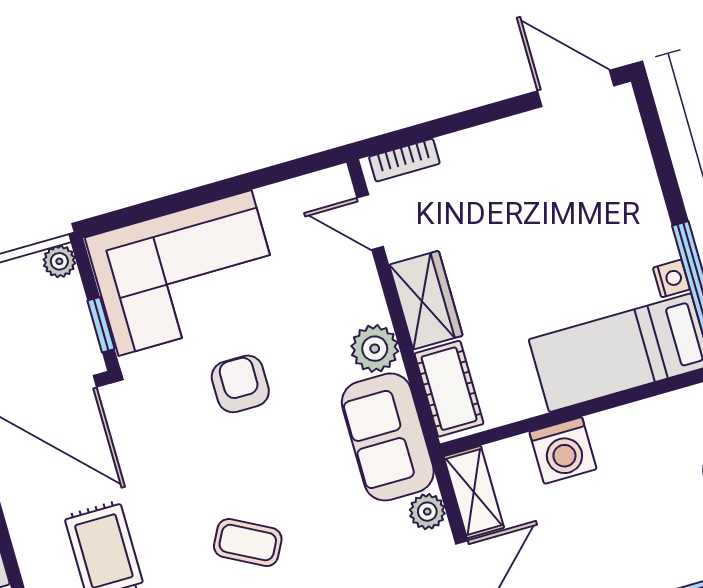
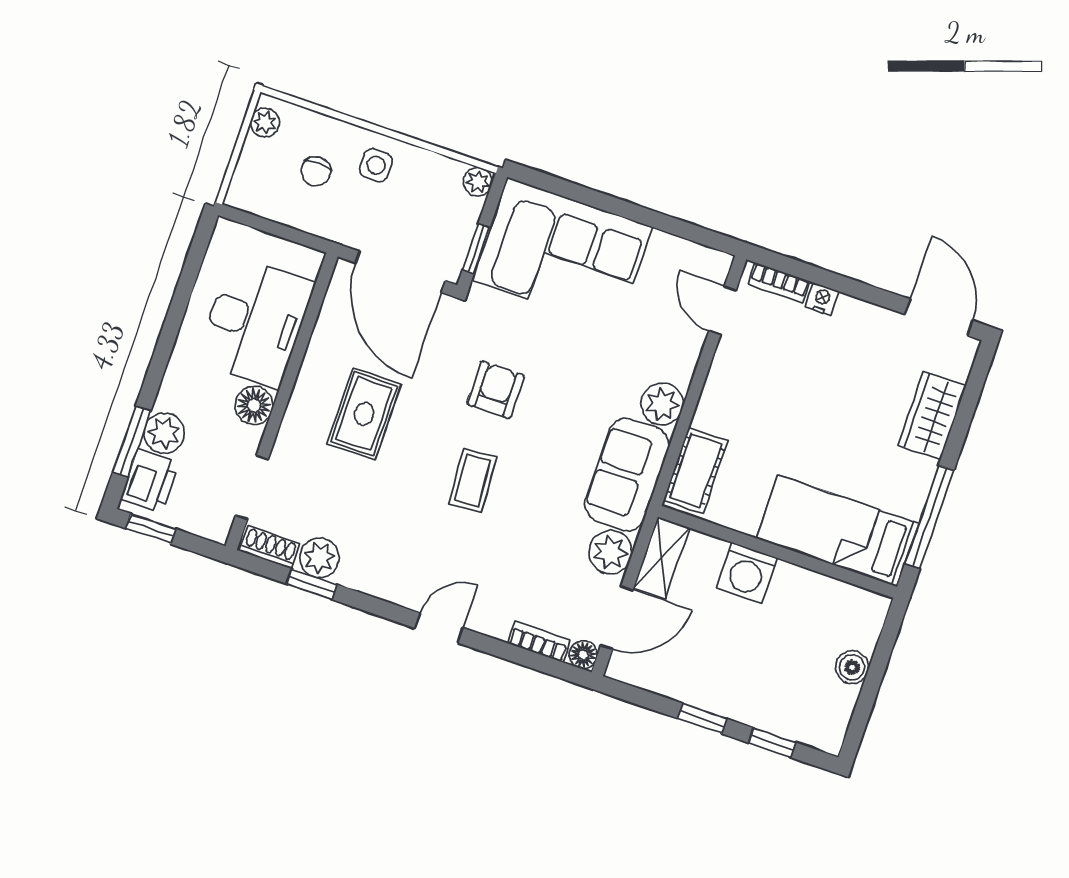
nightstand: (671, 279) -> (822, 299), moved, turned -90
wardrobe: (426, 300) -> (932, 415), moved, turned 180
armchair: (240, 384) -> (496, 390), moved
plant: (427, 512) -> (610, 552), width x1.38, depth x1.38
coffee table: (248, 543) -> (472, 480), turned 58

